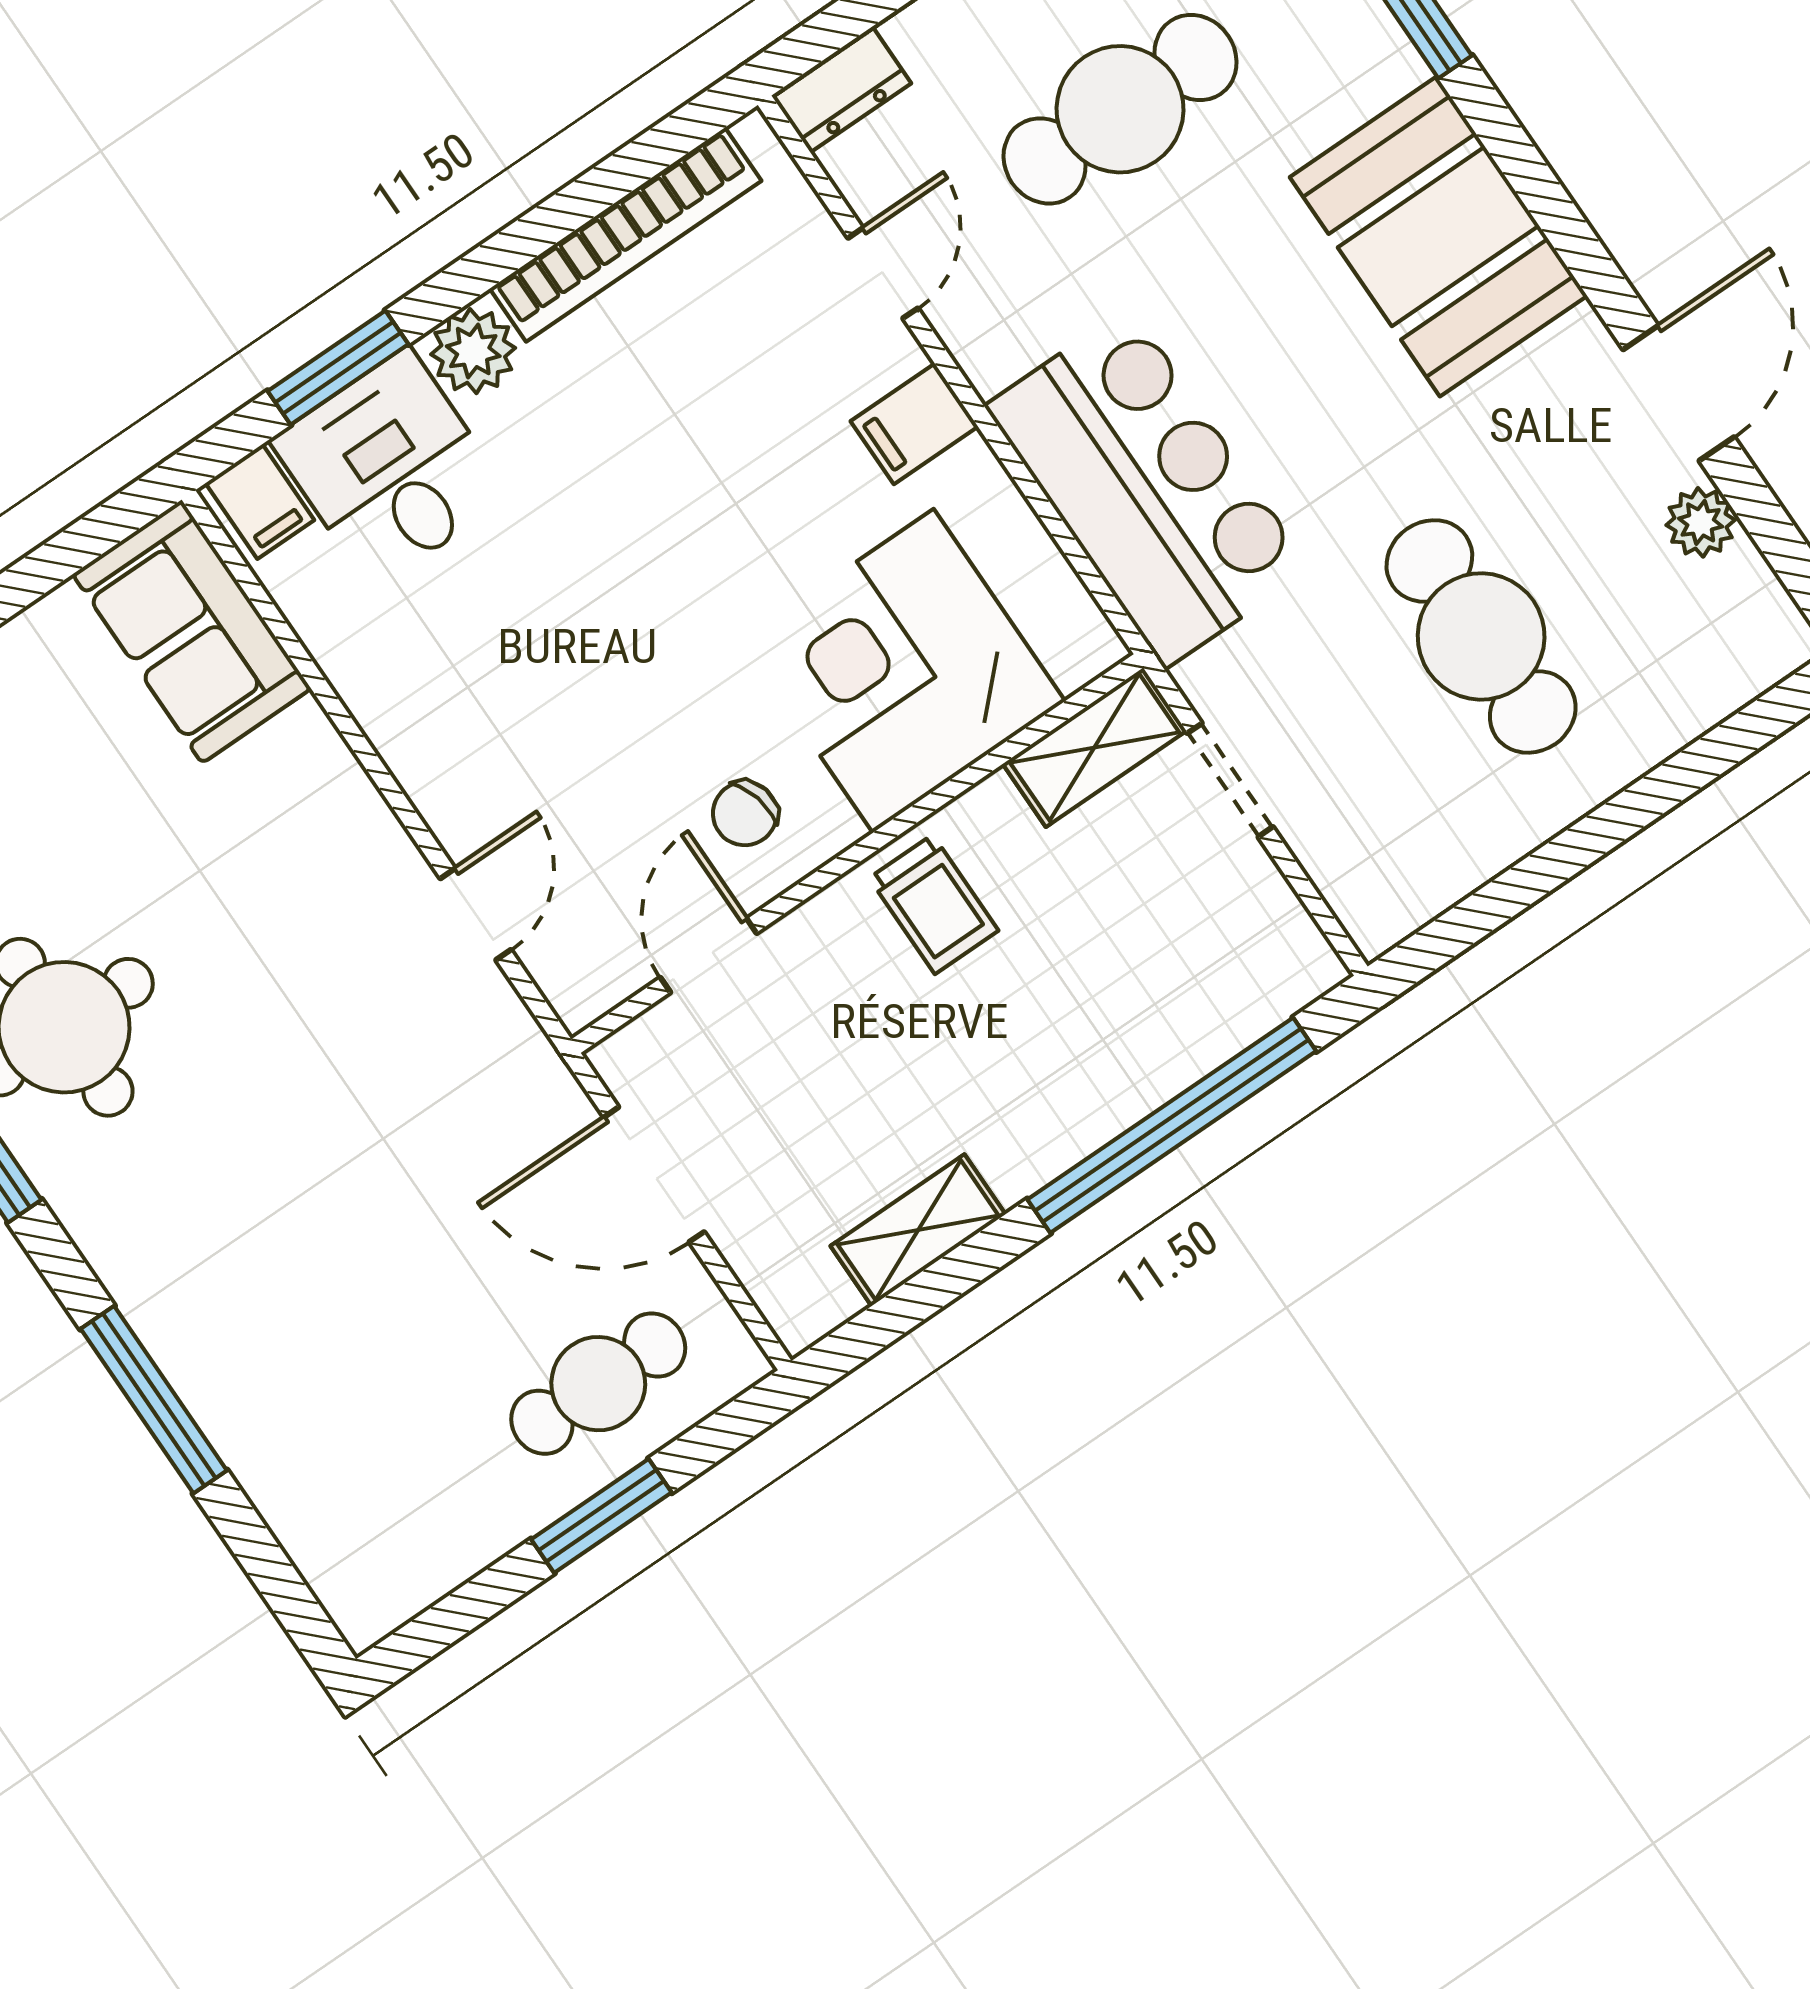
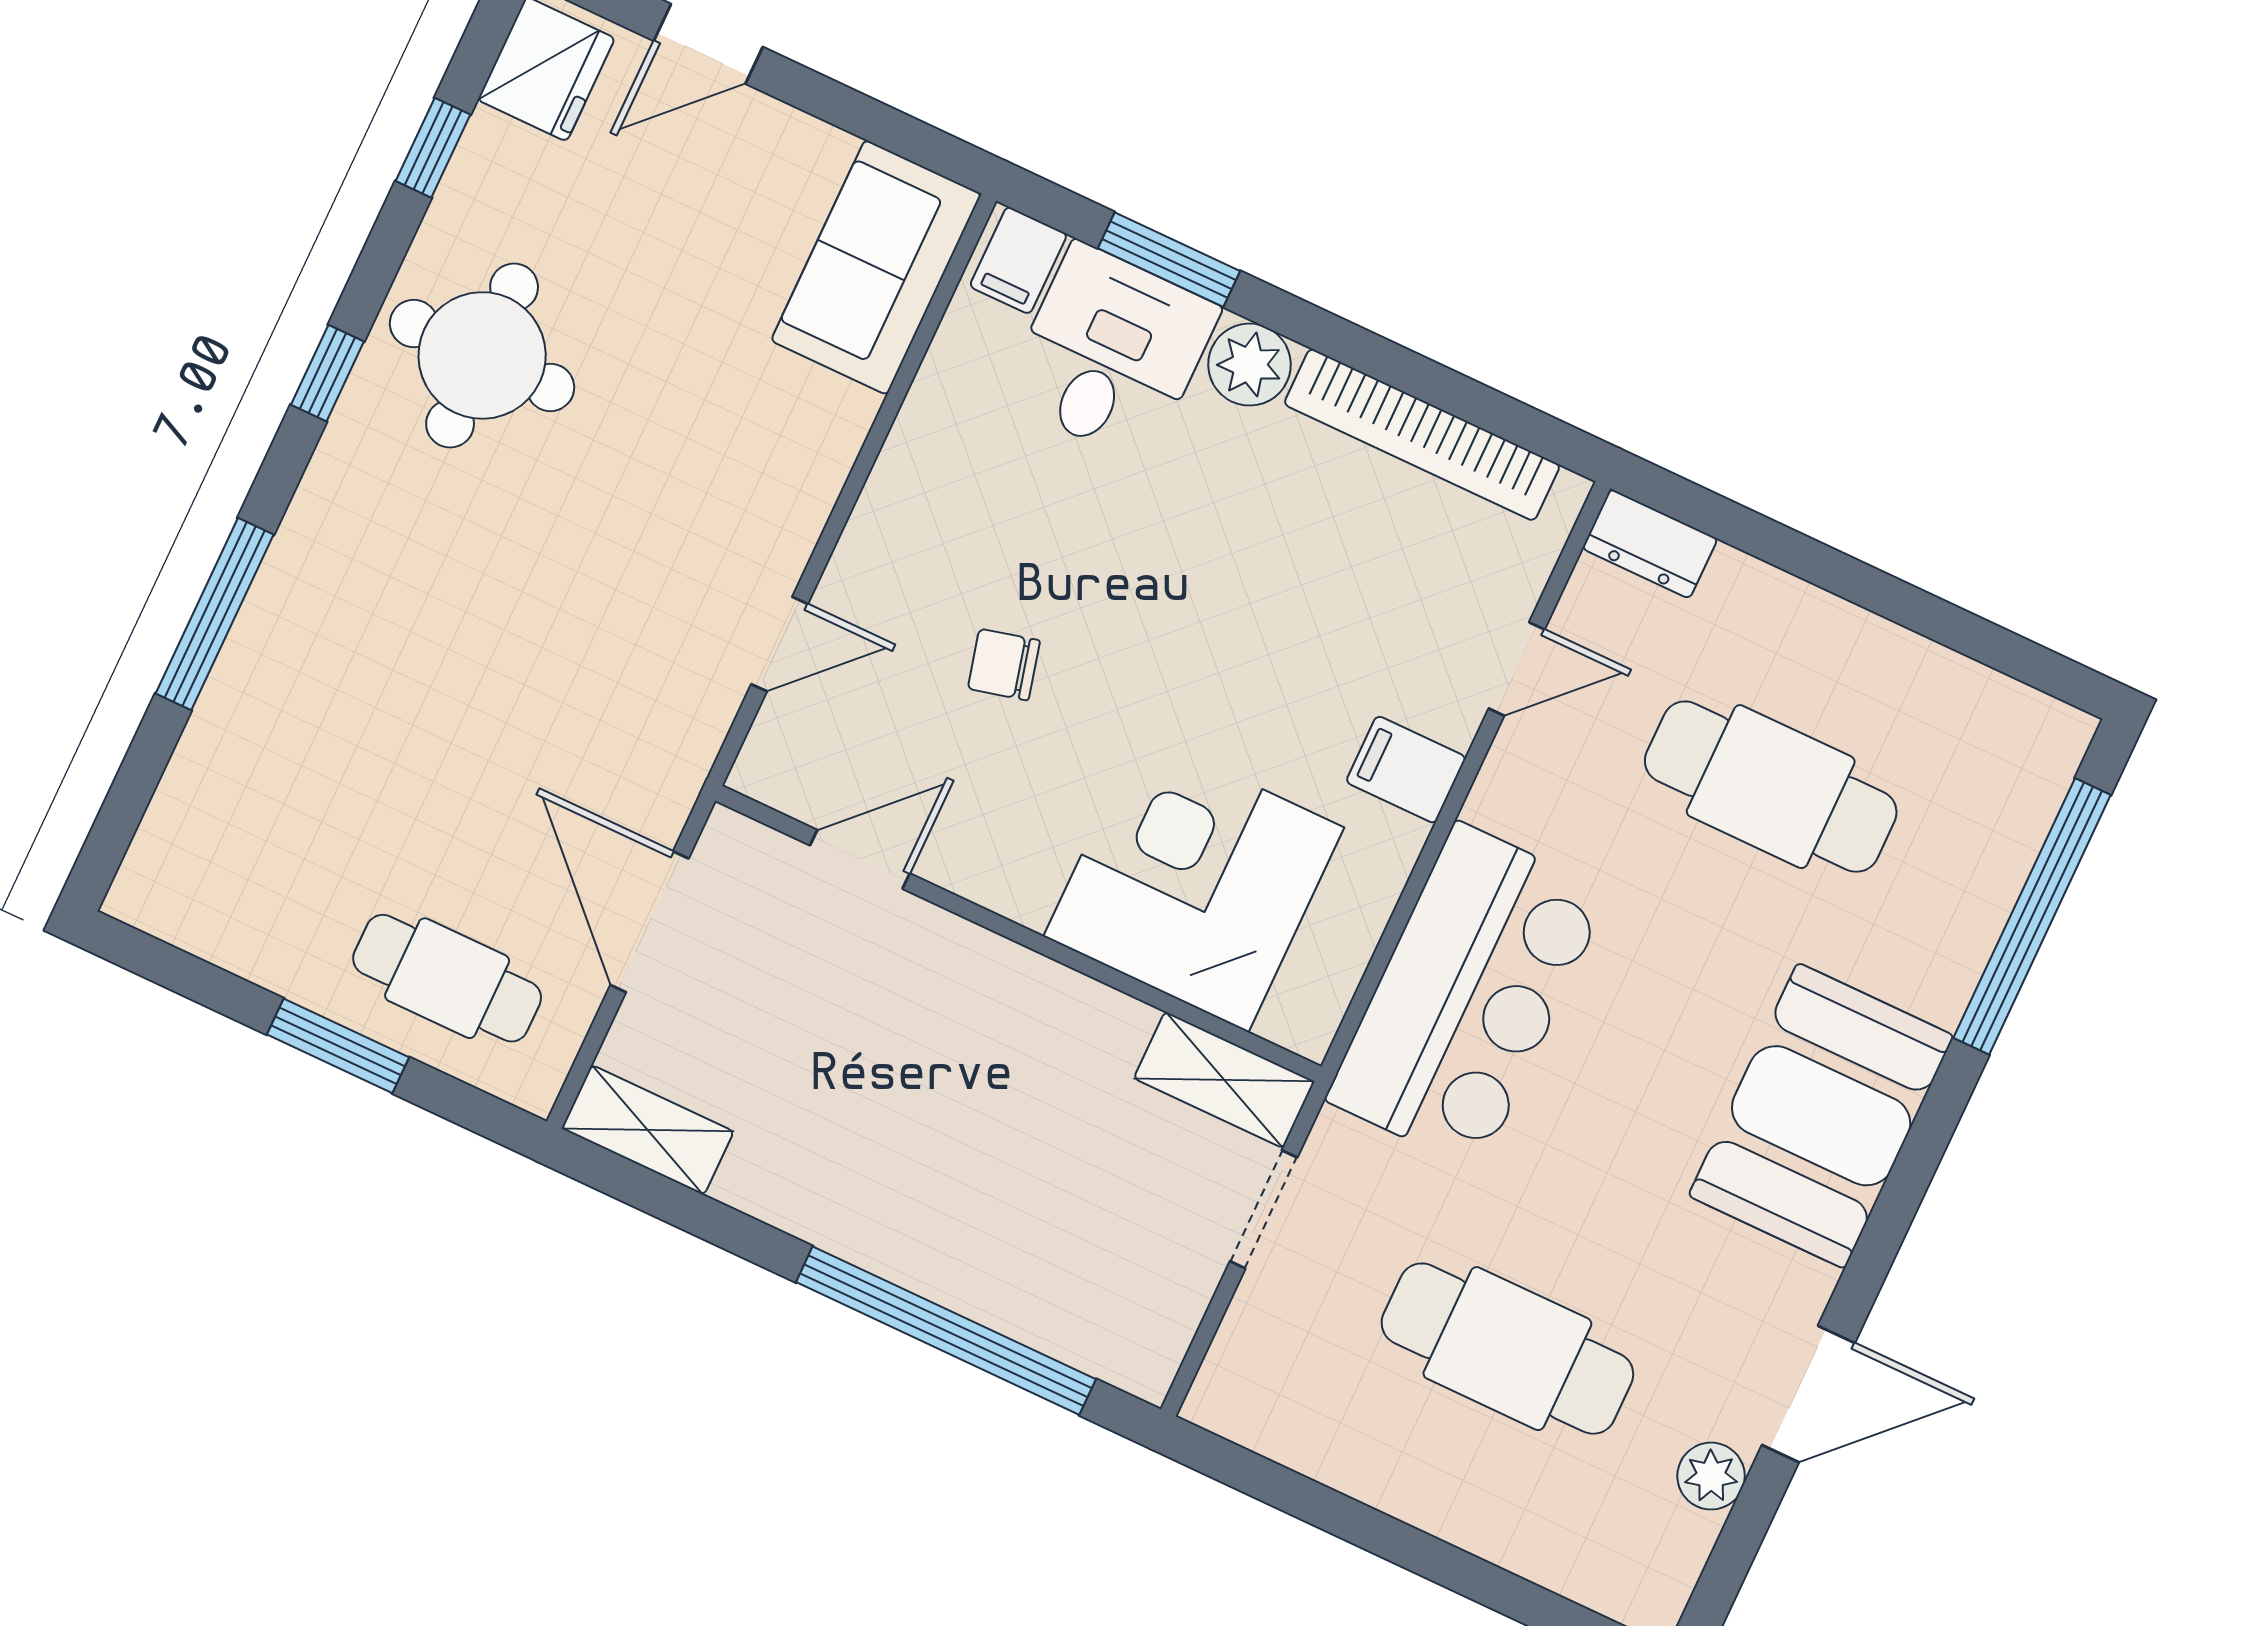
cafe table: (1481, 636) -> (1507, 1349), turned 90
chair: (745, 813) -> (1004, 665), moved
trolley: (934, 904) -> (1013, 1023), removed
shelving: (918, 1230) -> (648, 1130), moved

